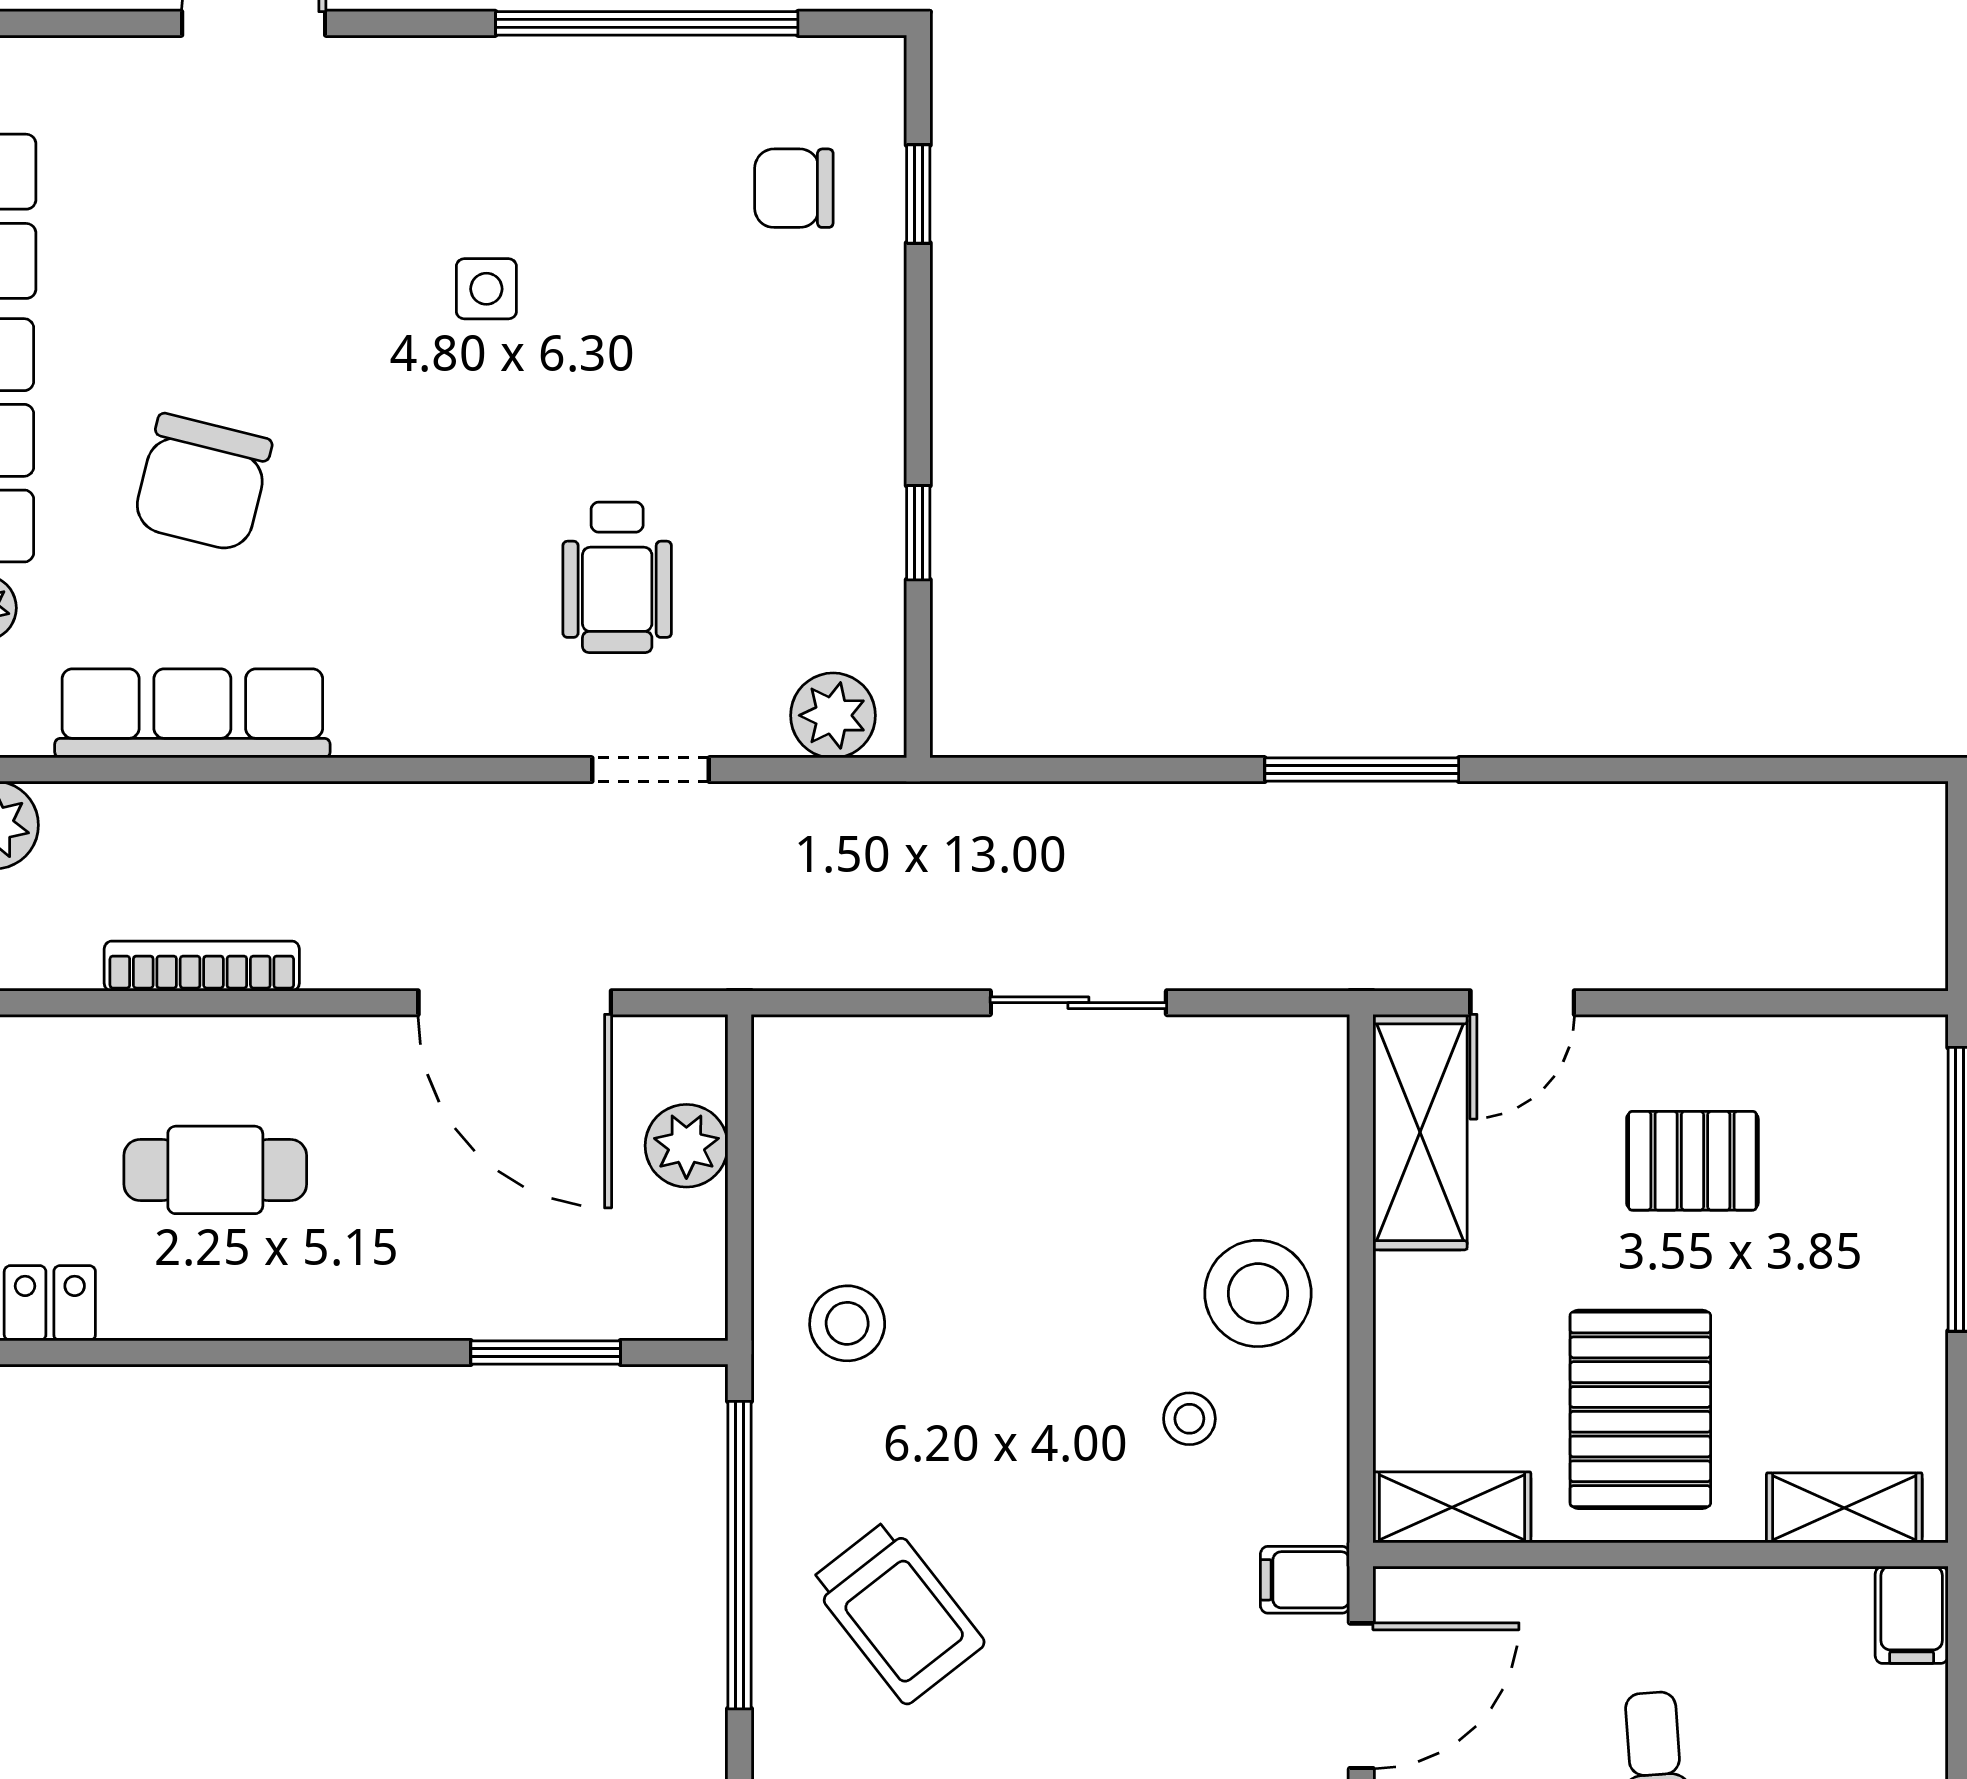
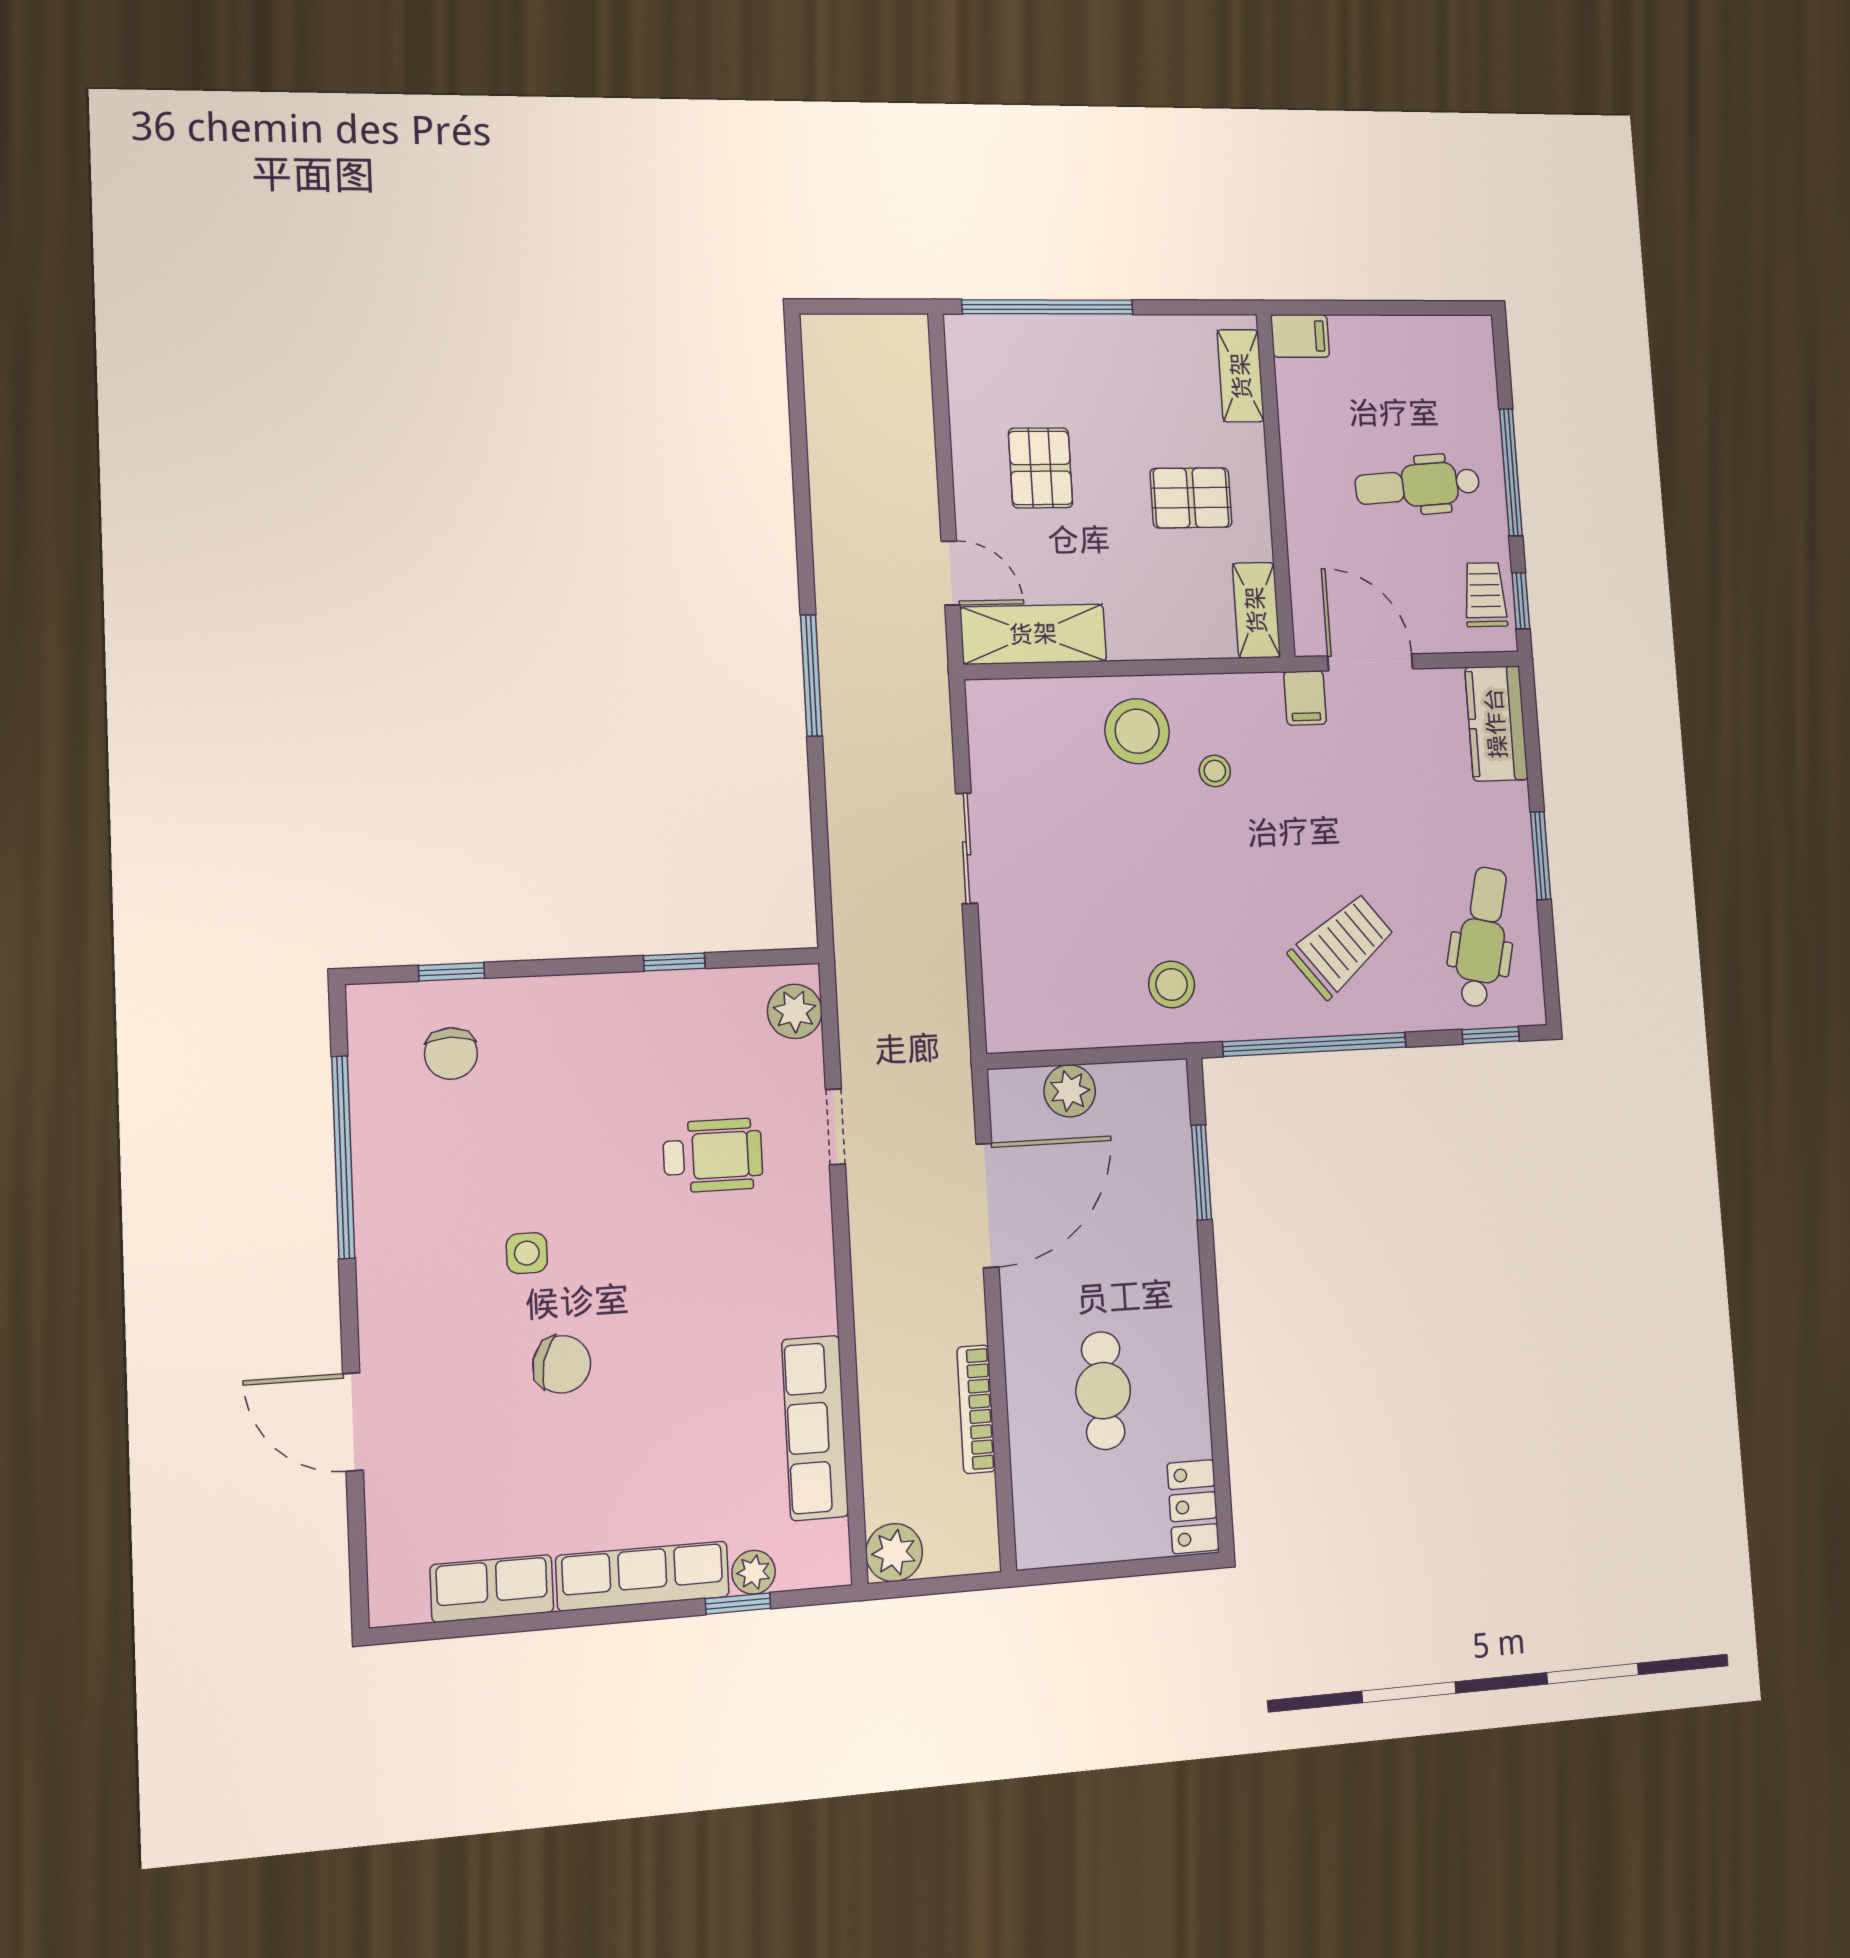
chair: (202, 483) -> (562, 1364), moved, width x0.73, depth x0.73
pallet: (1640, 1409) -> (1191, 498), width x0.67, depth x0.71

